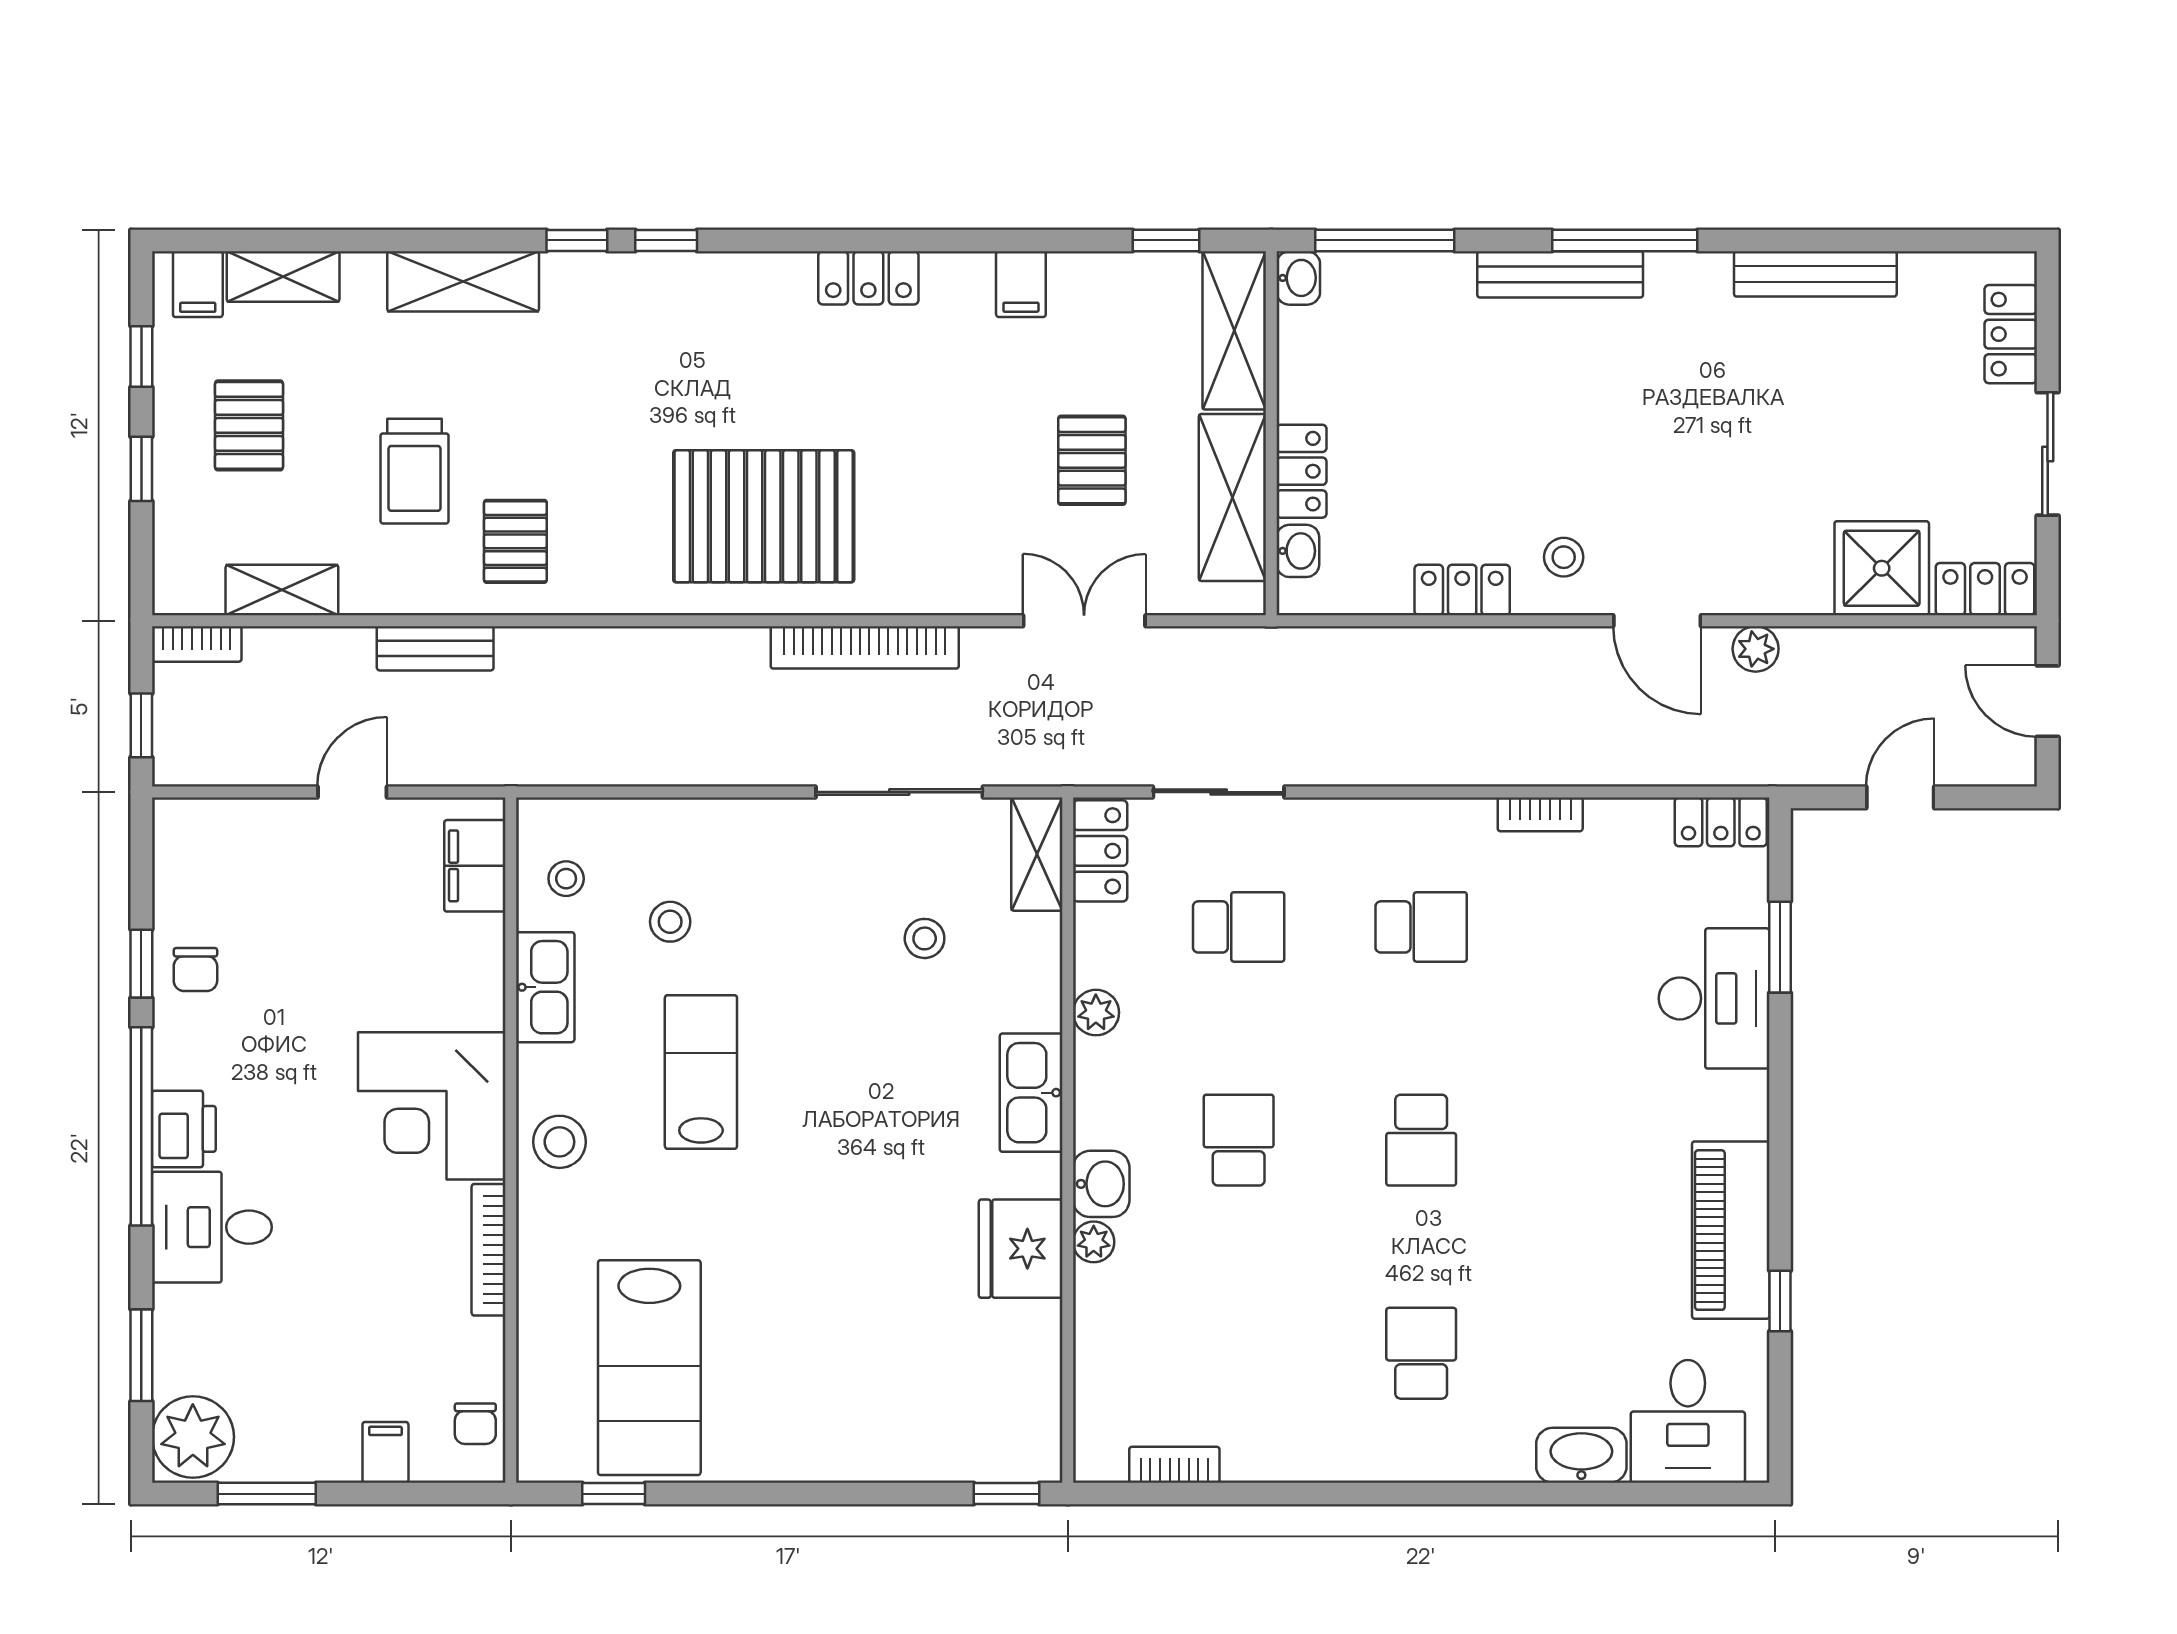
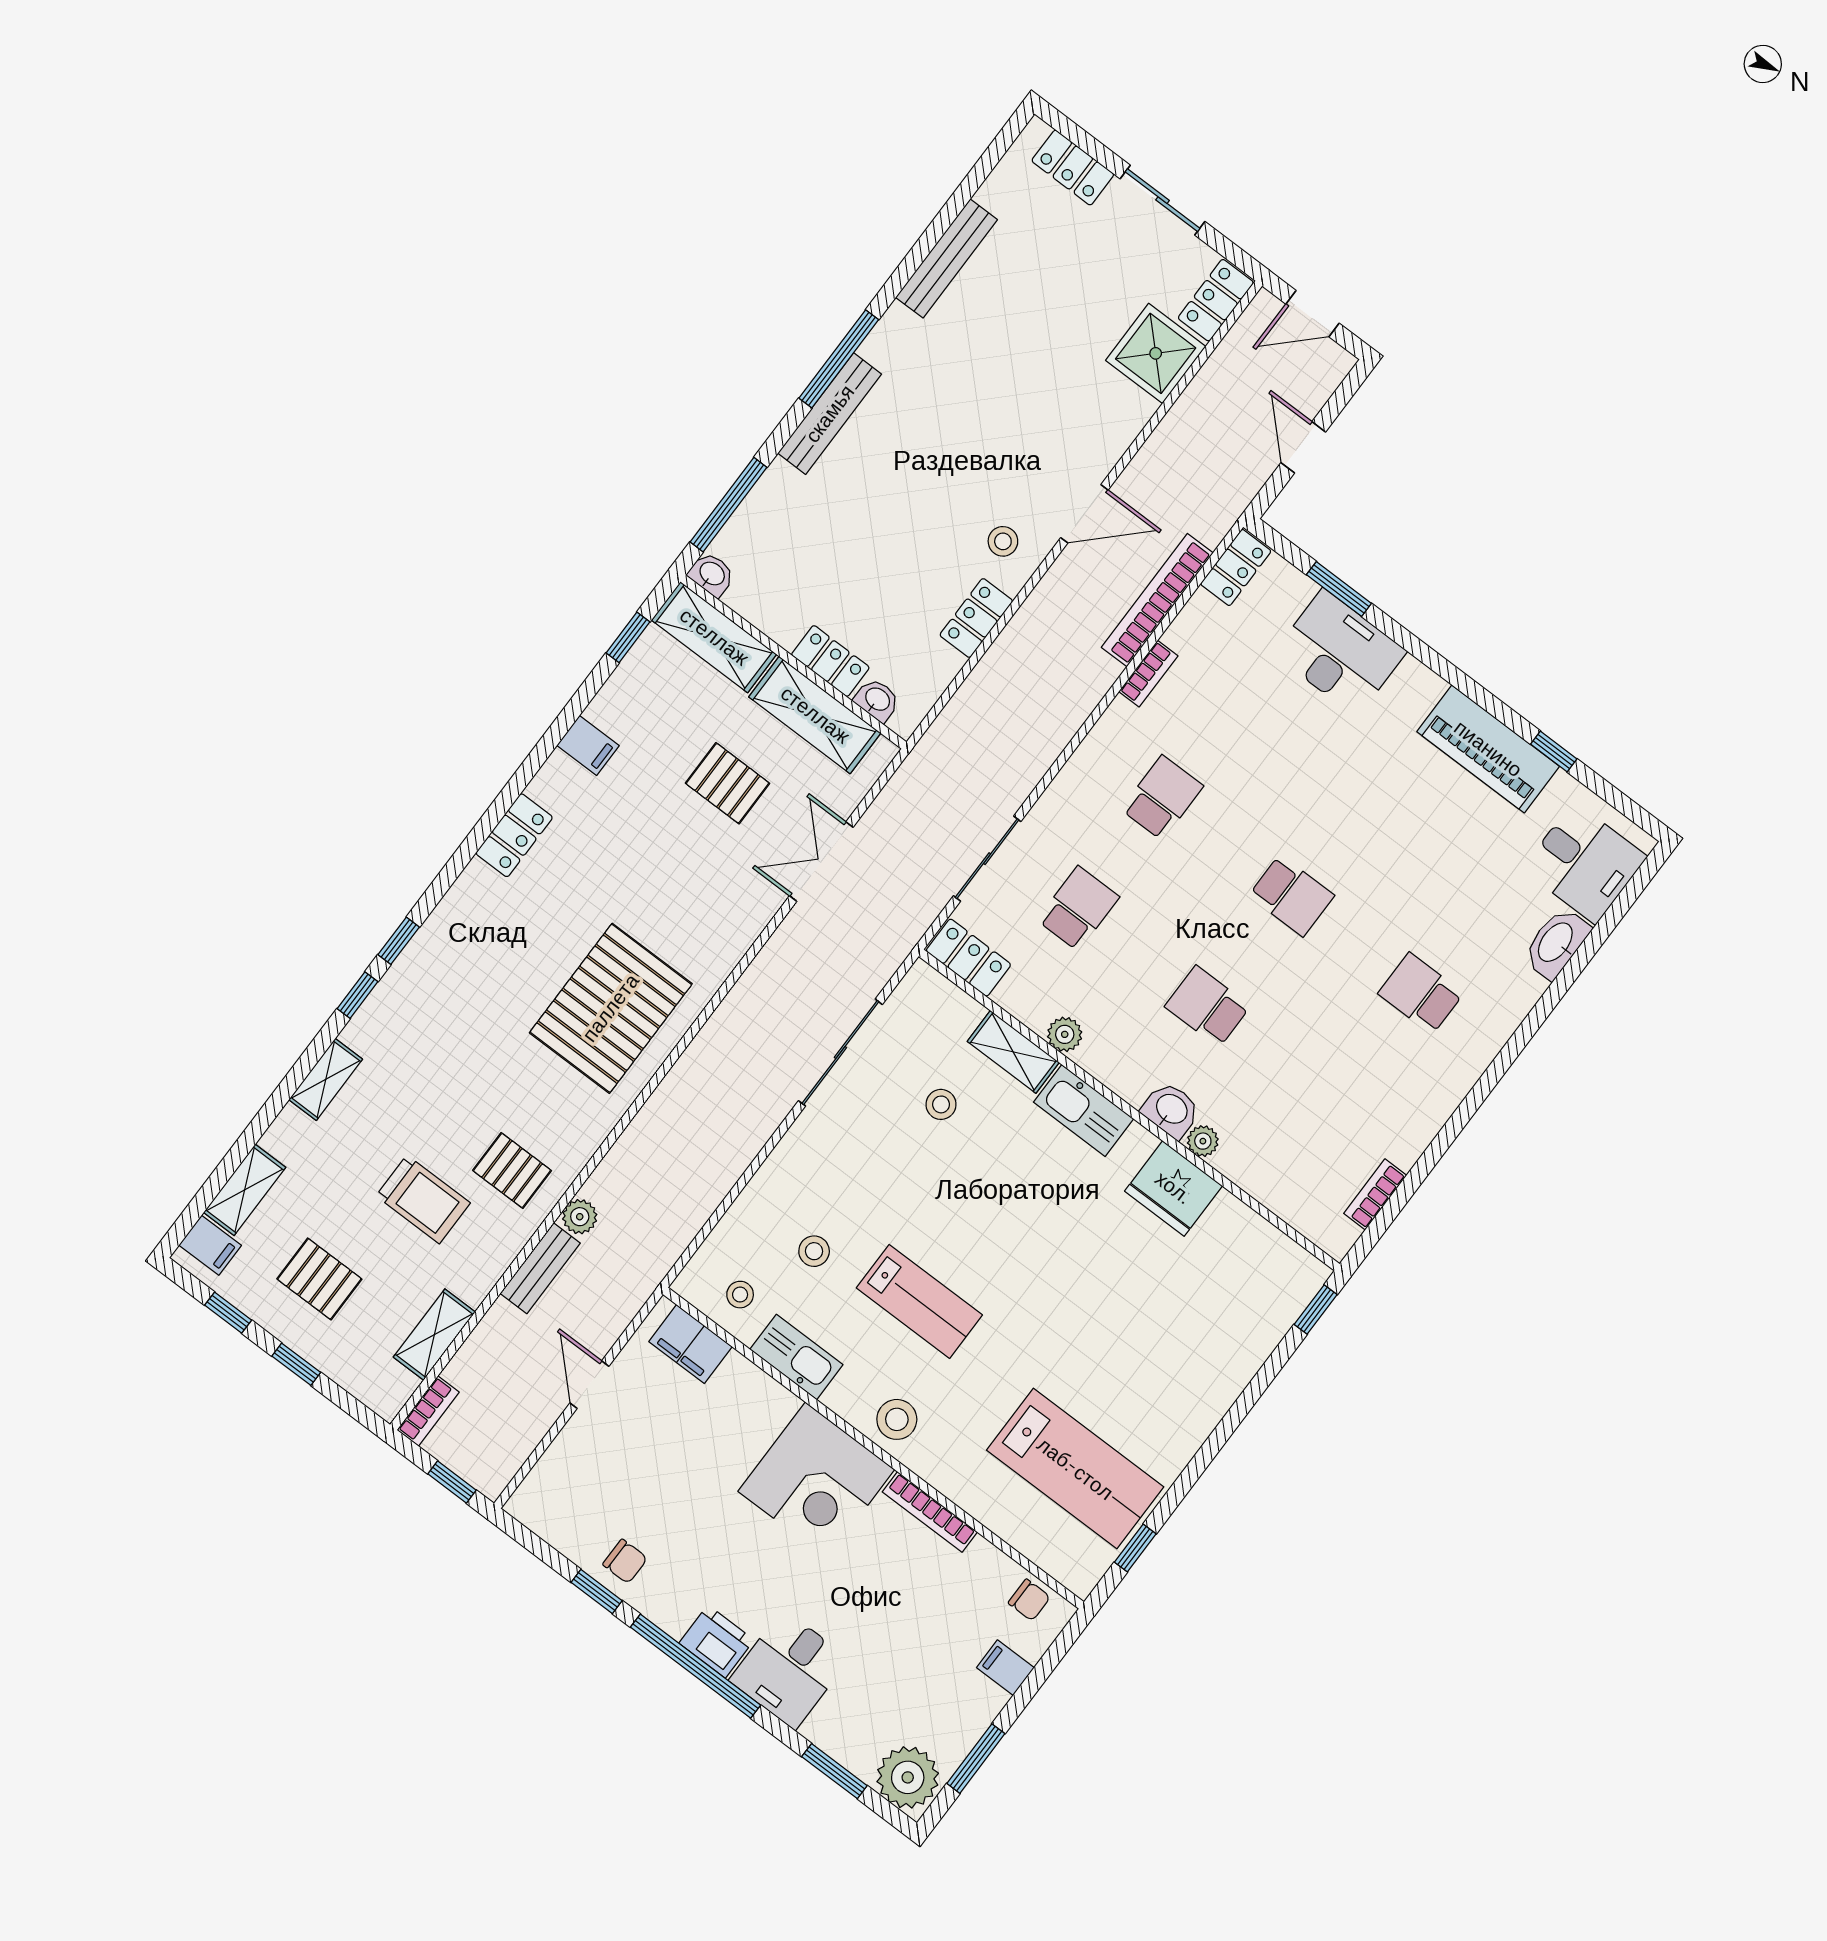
shelving: (463, 281) -> (326, 1079), width x0.67, depth x0.75
bookcase: (865, 647) -> (1157, 600), moved, turned 180
plant: (1756, 649) -> (580, 1217), moved
shelving: (1037, 854) -> (1013, 1052), moved
lab bench: (701, 1072) -> (919, 1301), turned 180

